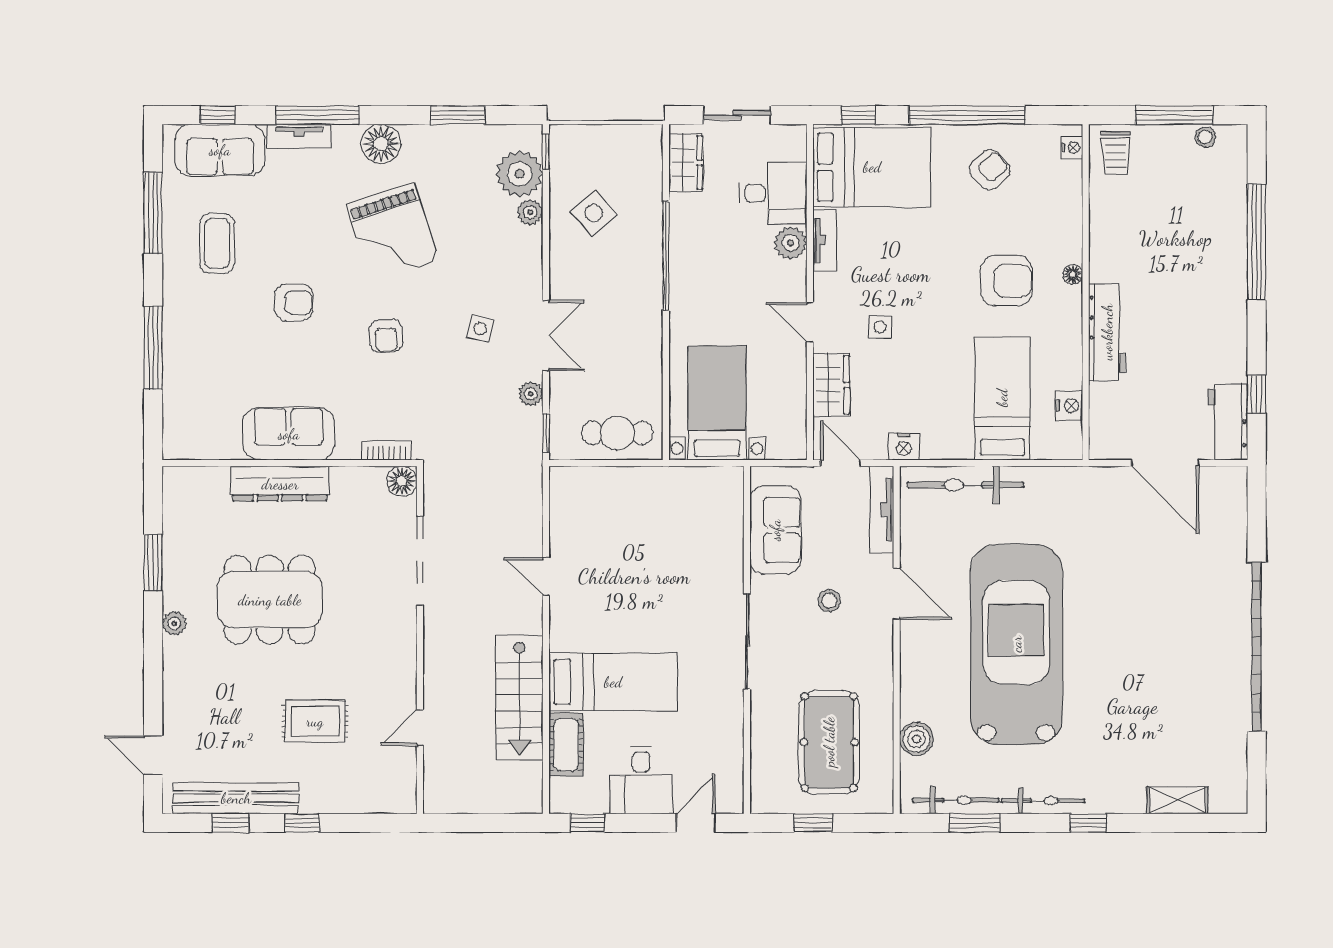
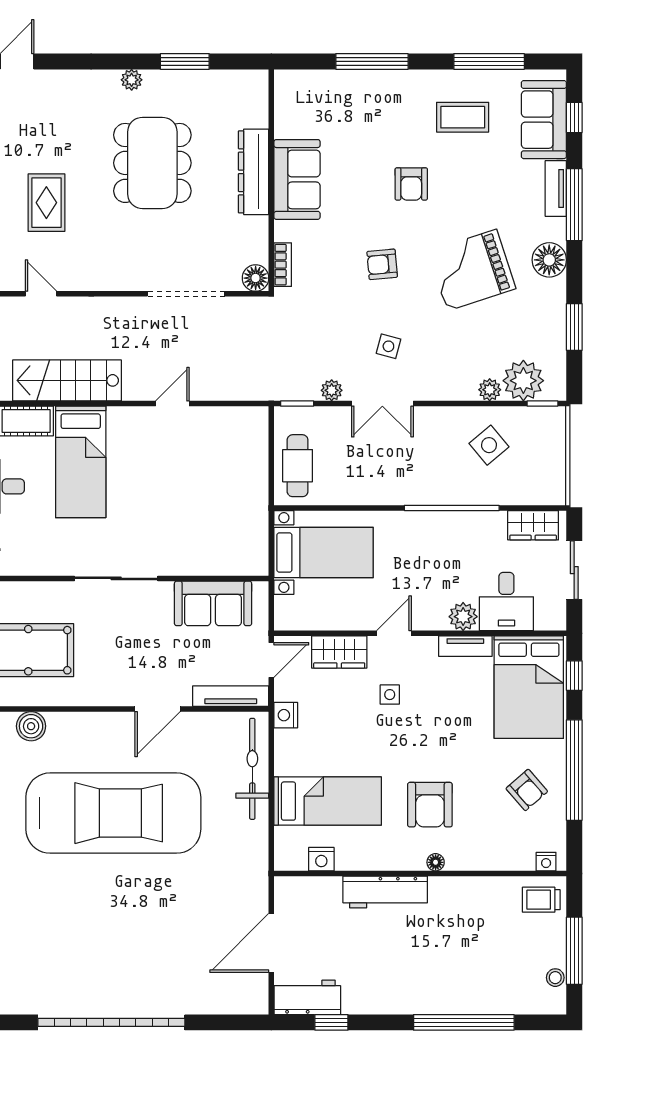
stool: (829, 601) -> (151, 650), removed

